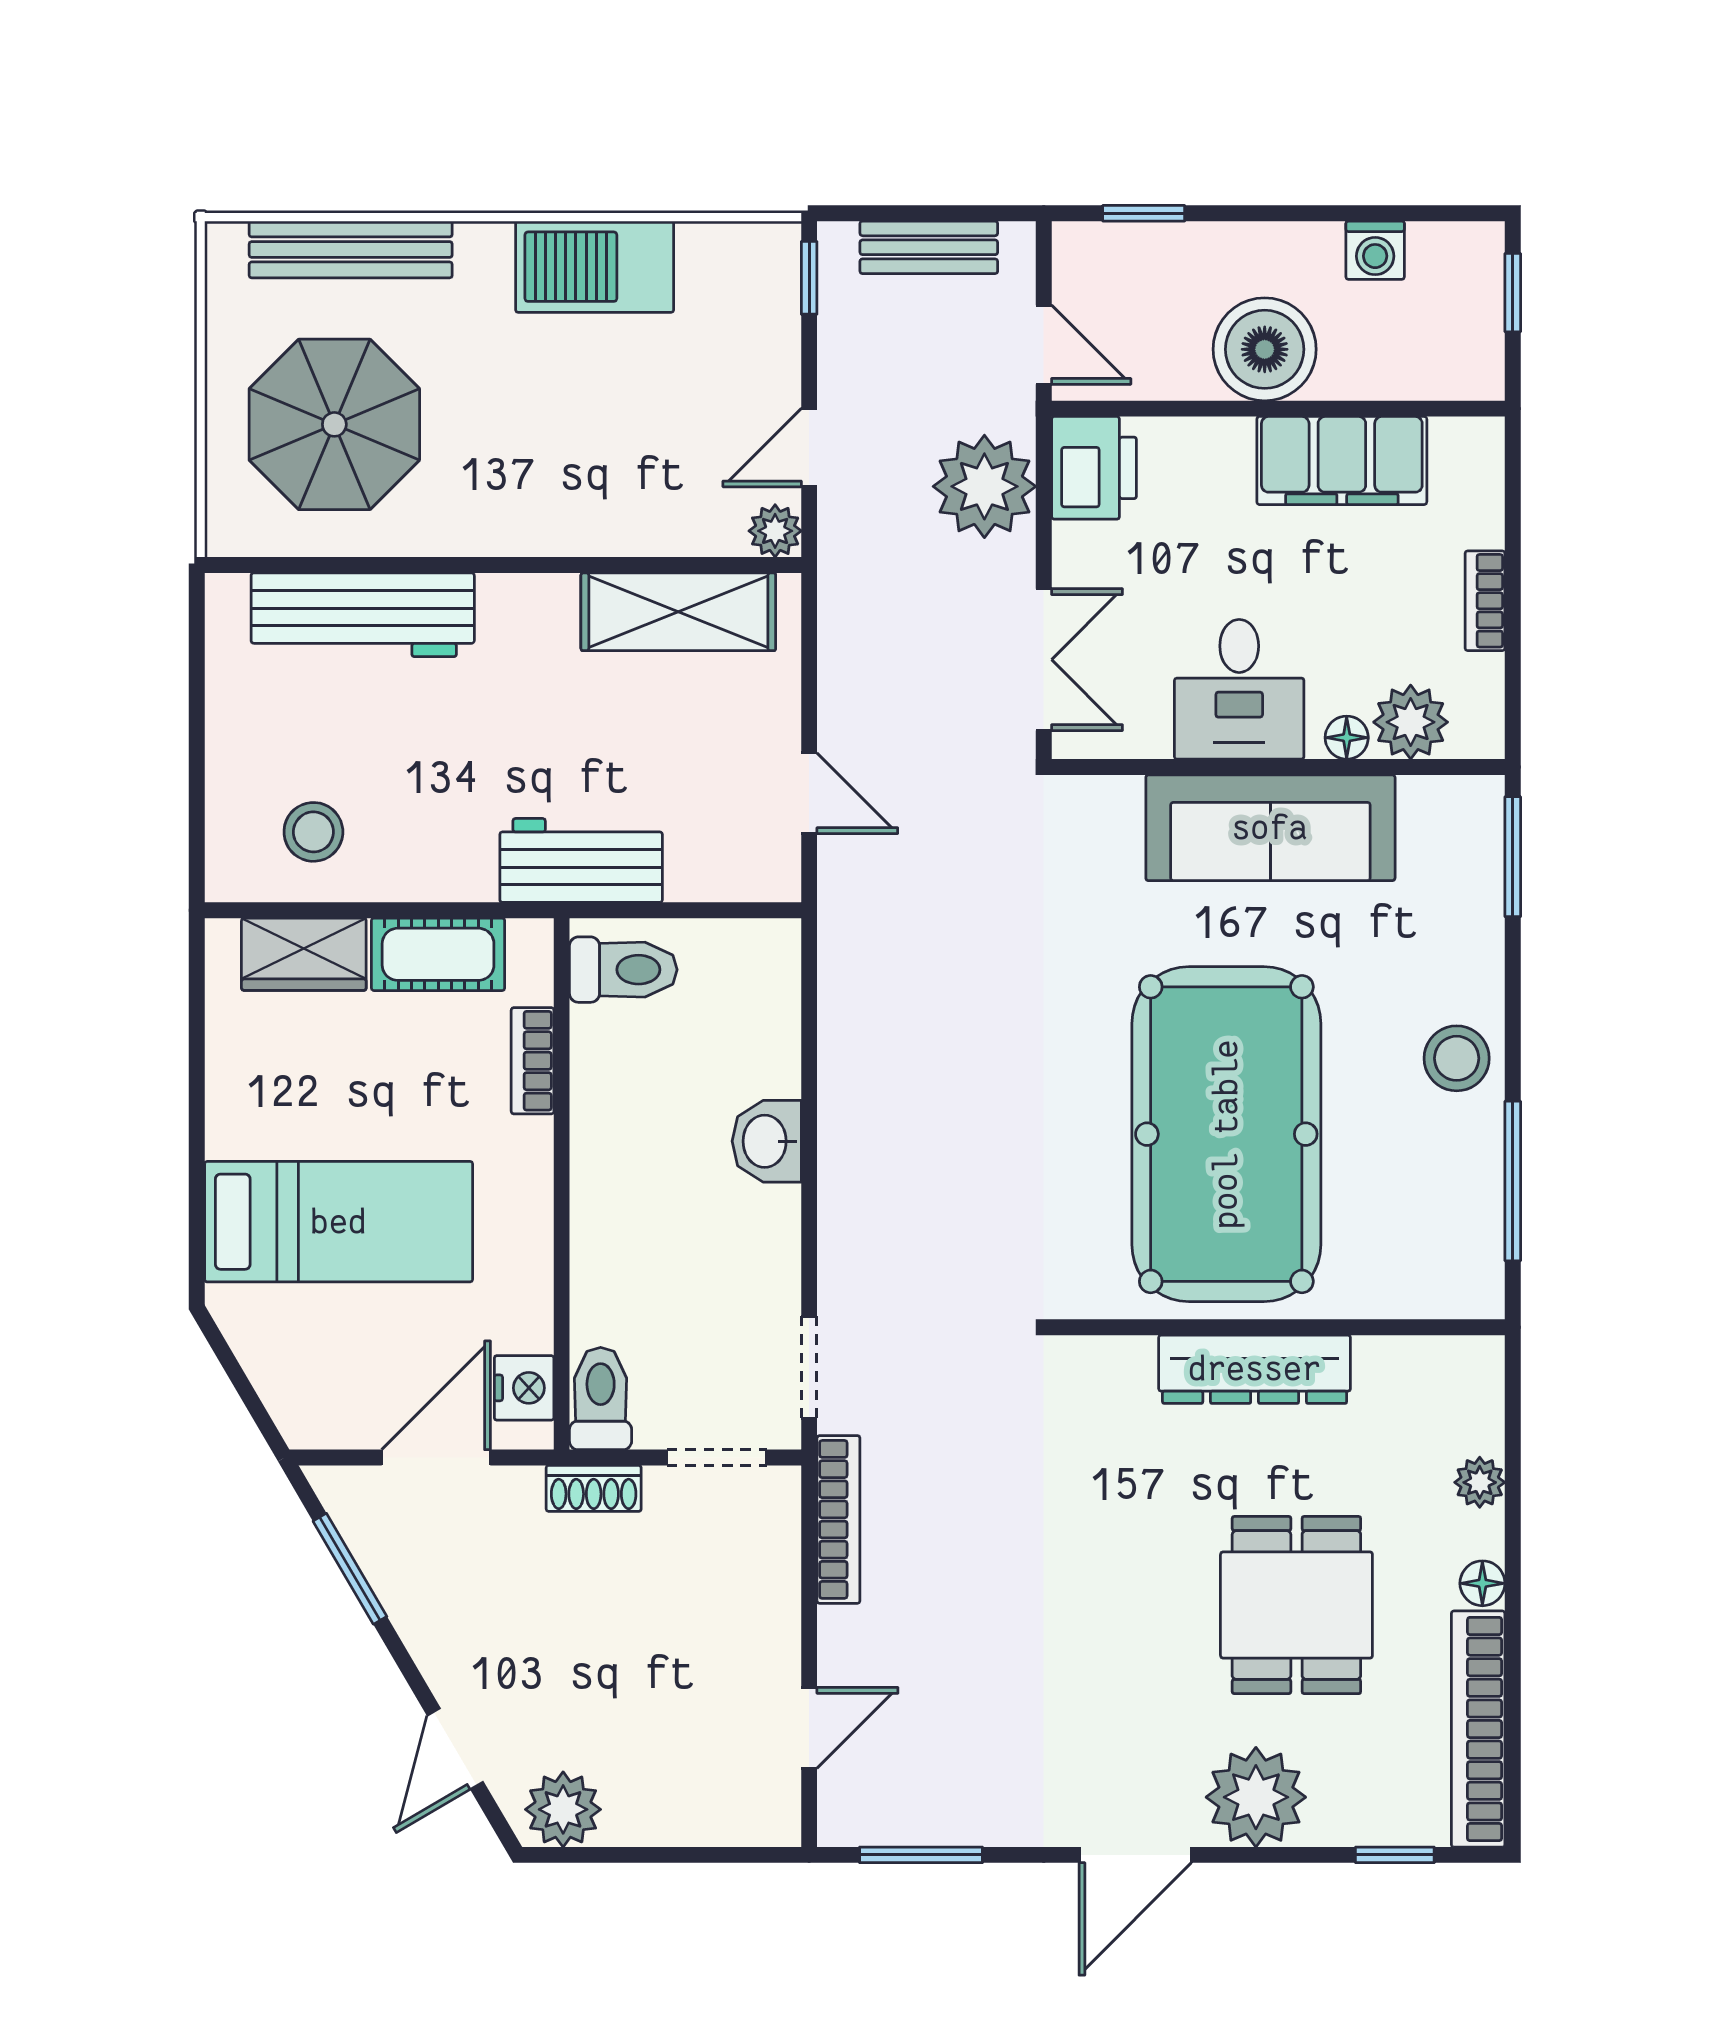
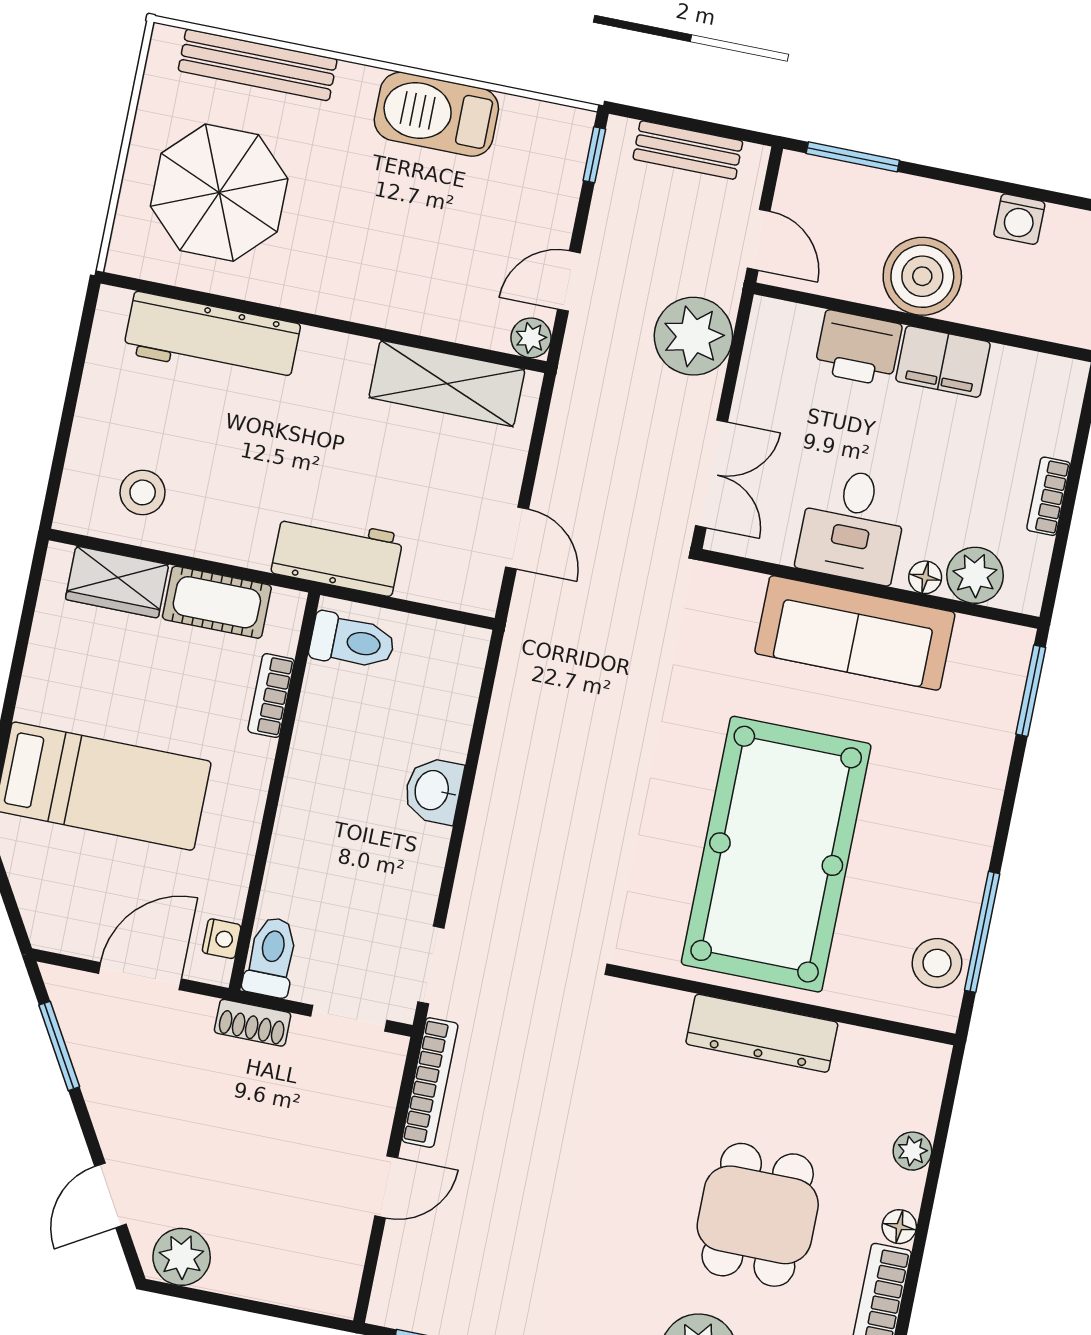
window: (1144, 213) -> (853, 157), width x1.50
filing cabinet: (1342, 461) -> (943, 362), width x0.67, depth x0.86
printer: (1094, 468) -> (858, 348), moved, turned 90
stool: (1457, 1058) -> (937, 963), moved
nightstand: (524, 1388) -> (222, 939), width x0.72, depth x0.74
door: (809, 1728) -> (386, 1187), moved

